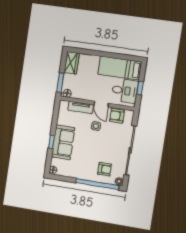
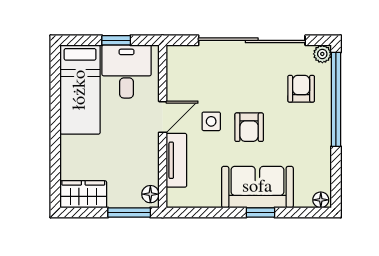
armchair: (117, 116) -> (249, 127), moved

